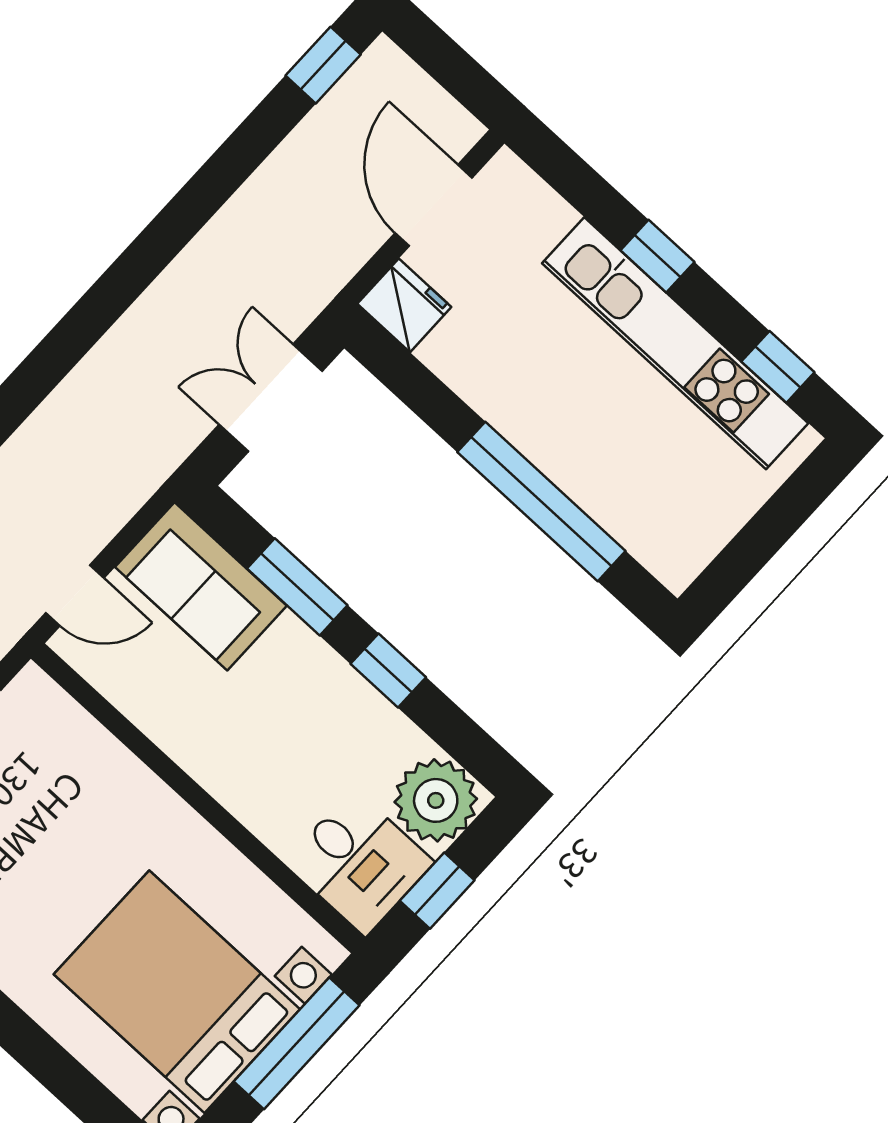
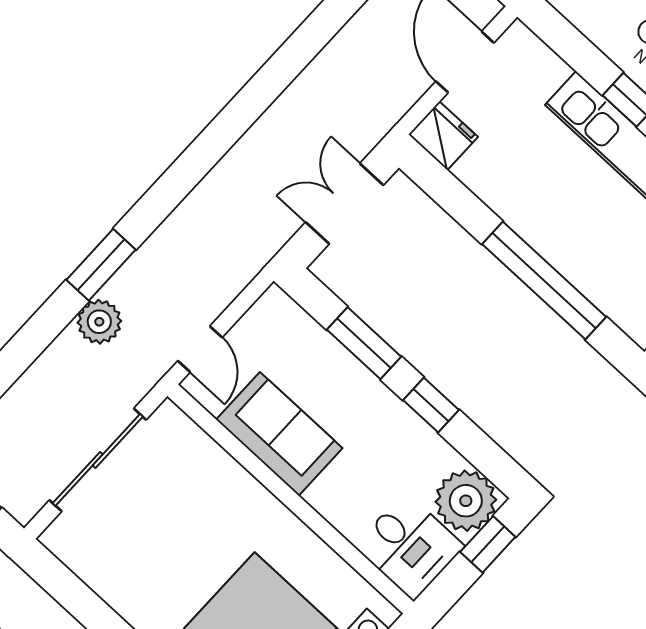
sofa: (201, 586) -> (279, 434), moved, turned 180
door: (75, 595) -> (200, 349), hinge flipped
window: (437, 891) -> (488, 544), moved

